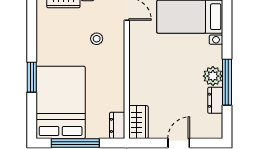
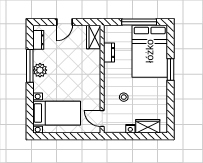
dresser: (215, 100) -> (38, 40), moved
dresser: (117, 125) -> (109, 52), moved

